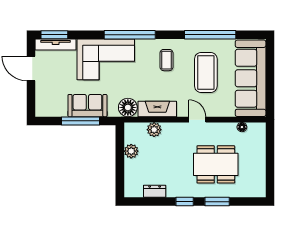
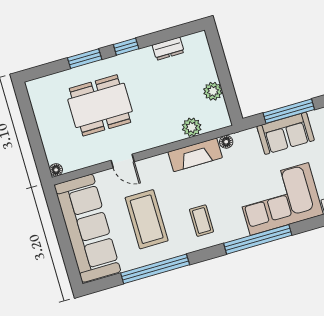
floor lamp: (128, 107) -> (226, 142), width x0.53, depth x0.53
door: (197, 120) -> (123, 161), moved
floor lamp: (242, 127) -> (56, 170), moved

